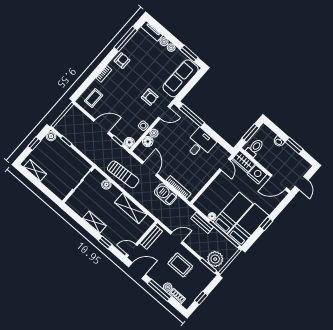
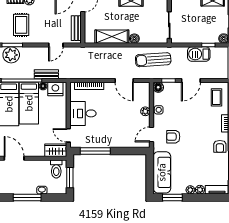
window: (192, 116) -> (95, 151), moved
floor lamp: (148, 142) -> (144, 101), removed
desk: (200, 144) -> (83, 113), moved, turned 90
window: (294, 146) -> (27, 198), width x1.44
sun lounger: (123, 174) -> (153, 60), moved
nightstand: (257, 174) -> (55, 89), moved, turned 180
door: (279, 182) -> (14, 158), hinge flipped
boiler: (106, 185) -> (134, 39), moved
barbecue: (166, 194) -> (199, 54), moved, turned 180
rug: (180, 265) -> (21, 25), moved, turned 90

